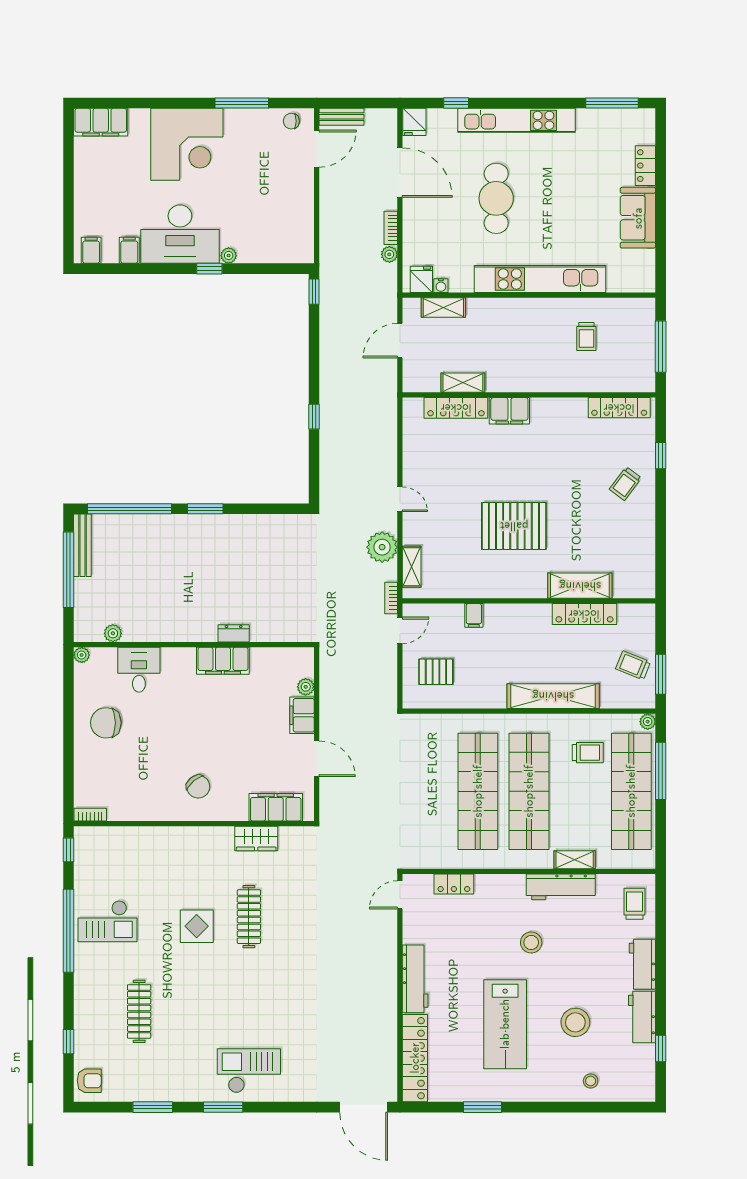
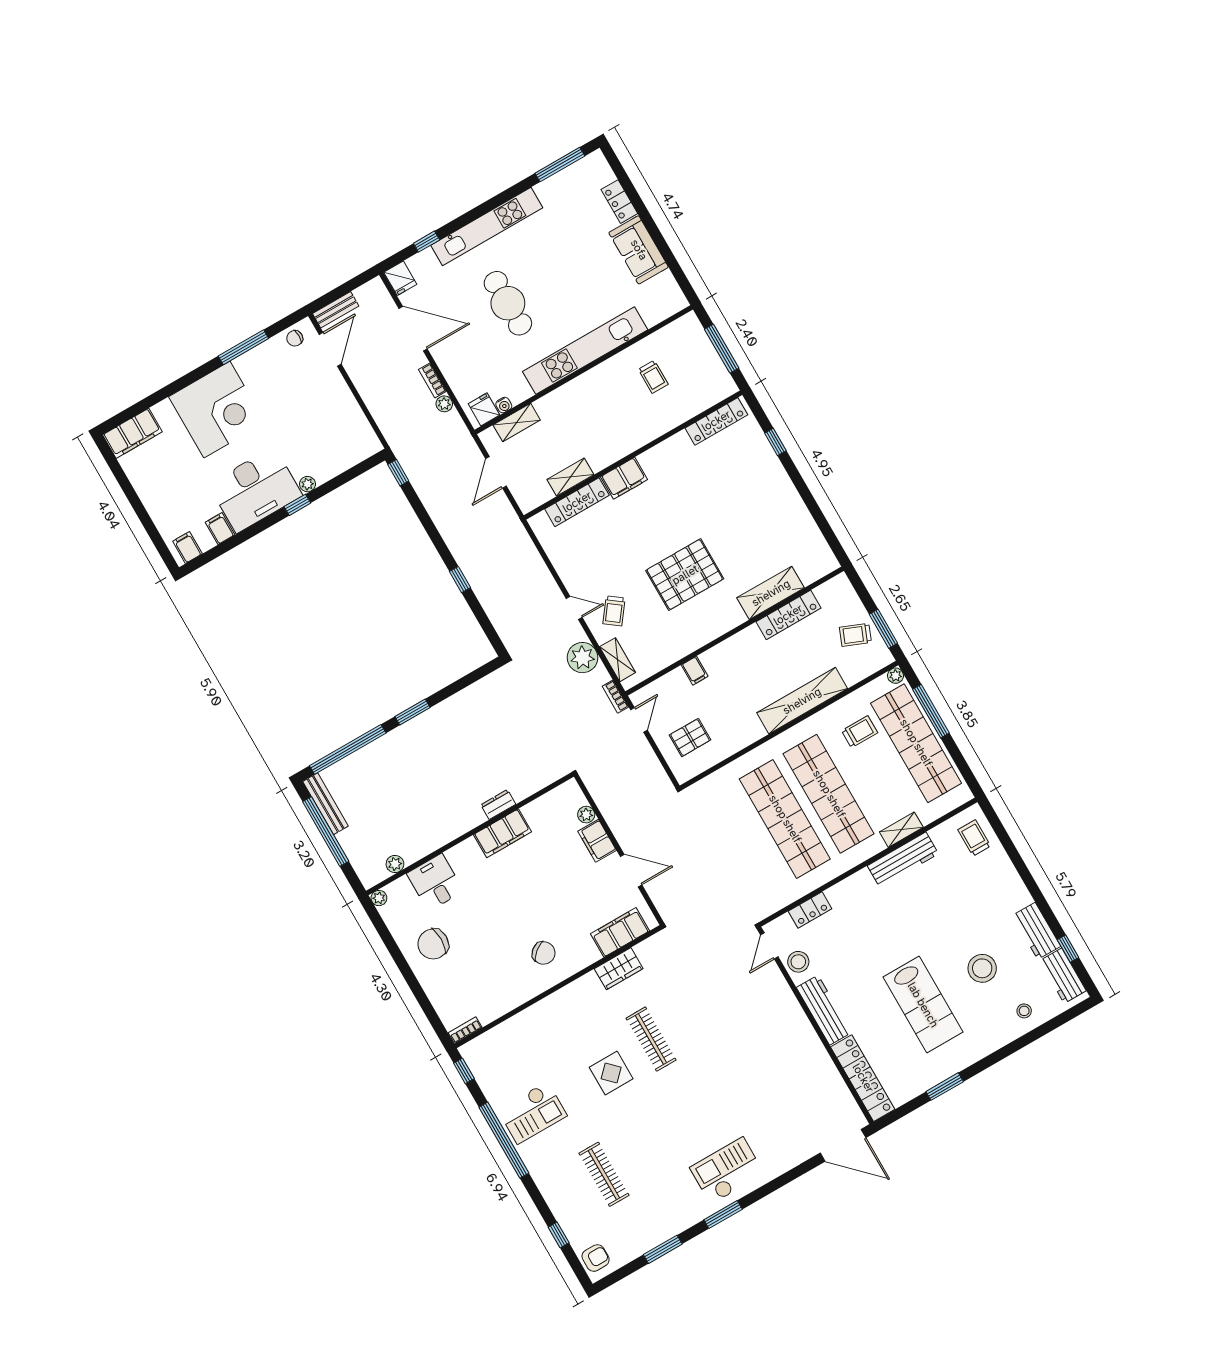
trolley: (625, 484) -> (614, 611), moved
stool: (531, 943) -> (798, 962), moved
workbench: (642, 964) -> (1063, 976), moved

